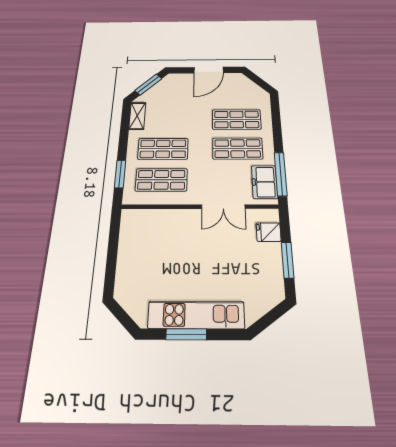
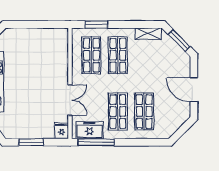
double door: (223, 207) -> (70, 100), swing flipped
fridge: (269, 232) -> (62, 131), moved

